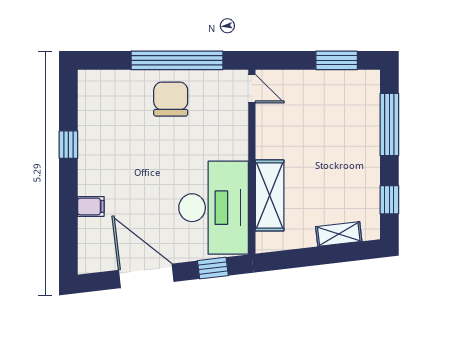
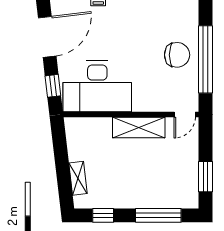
shelving: (270, 195) -> (139, 127), moved

